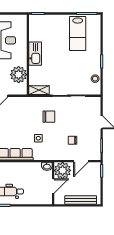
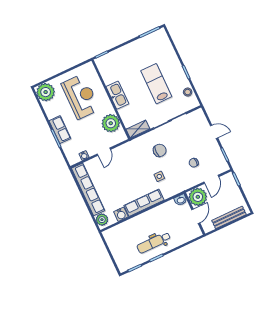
lab bench: (78, 34) -> (156, 84), moved, turned 180

